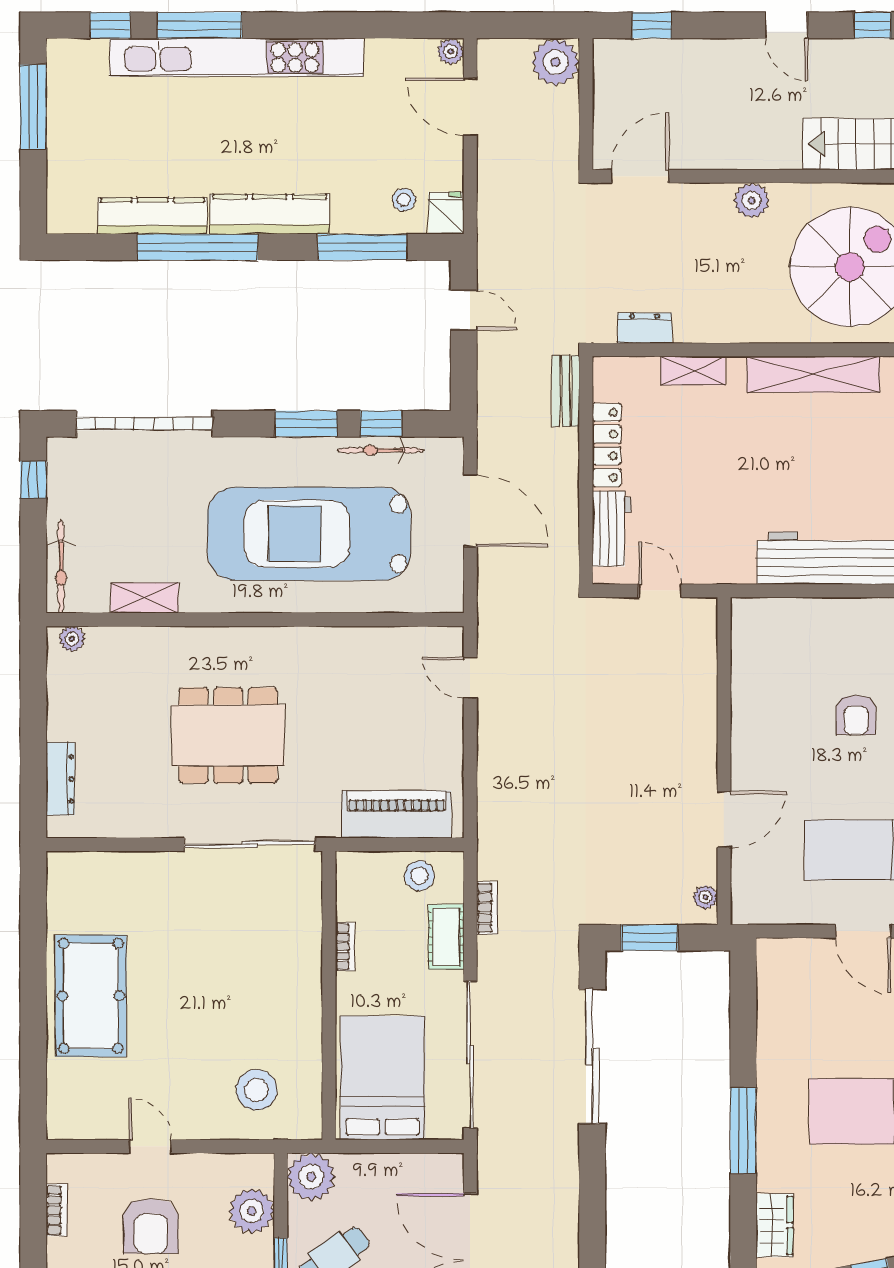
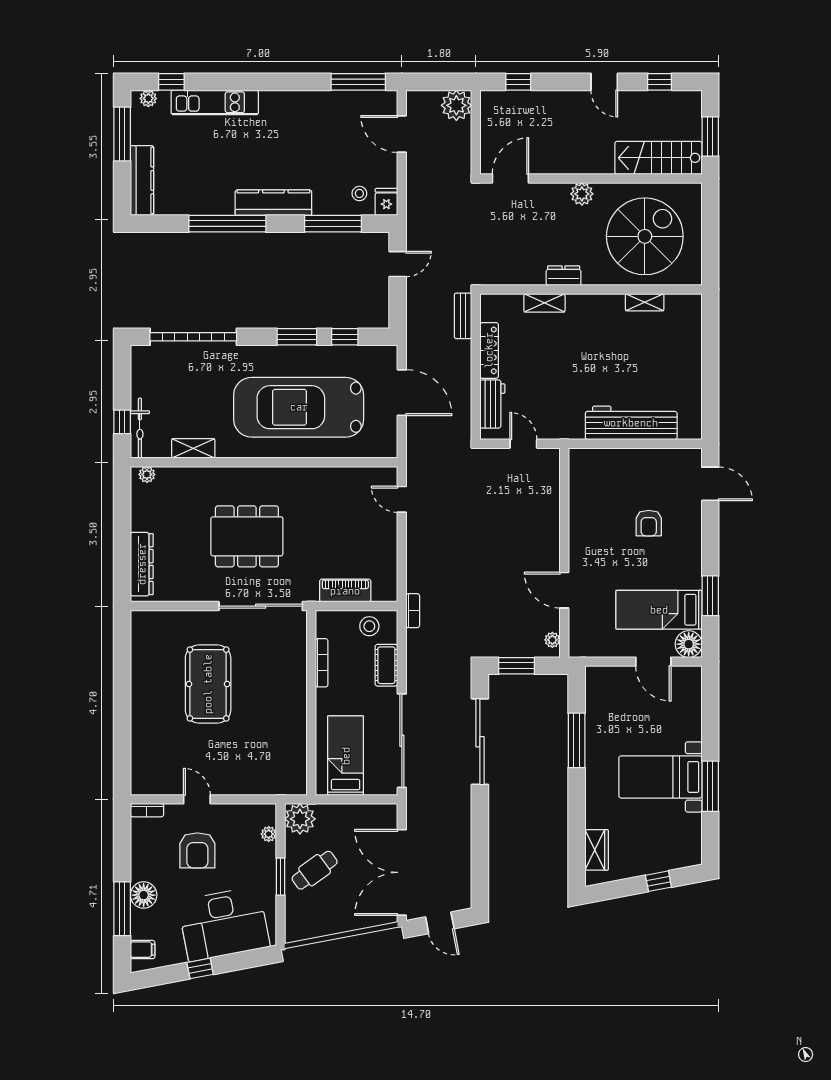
window: (199, 25) -> (358, 82), moved
plant: (451, 51) -> (148, 98), moved
kitchen unit: (237, 57) -> (215, 102), width x0.54
kitchen counter: (153, 216) -> (142, 180), moved, turned 90
door: (464, 310) -> (398, 264), hinge flipped
dresser: (645, 328) -> (564, 276), moved
shelving: (813, 374) -> (645, 302), width x0.45, depth x0.75
bicycle: (381, 450) -> (345, 354), removed
window: (33, 480) -> (122, 422), moved
dresser: (60, 779) -> (142, 564), width x1.37, depth x1.24
piano: (397, 814) -> (345, 591), width x0.73, depth x0.75
door: (724, 820) -> (564, 590), swing flipped
bookcase: (487, 908) -> (413, 611), moved
bookcase: (345, 947) -> (322, 663), width x1.56
pool table: (91, 996) -> (208, 684), moved
bed: (382, 1078) -> (346, 756), width x0.67
stool: (257, 1090) -> (265, 763), removed
window: (743, 1131) -> (577, 740), moved
bookcase: (57, 1210) -> (147, 810), moved, turned 90
plant: (252, 1211) -> (269, 834), width x0.53, depth x0.53

